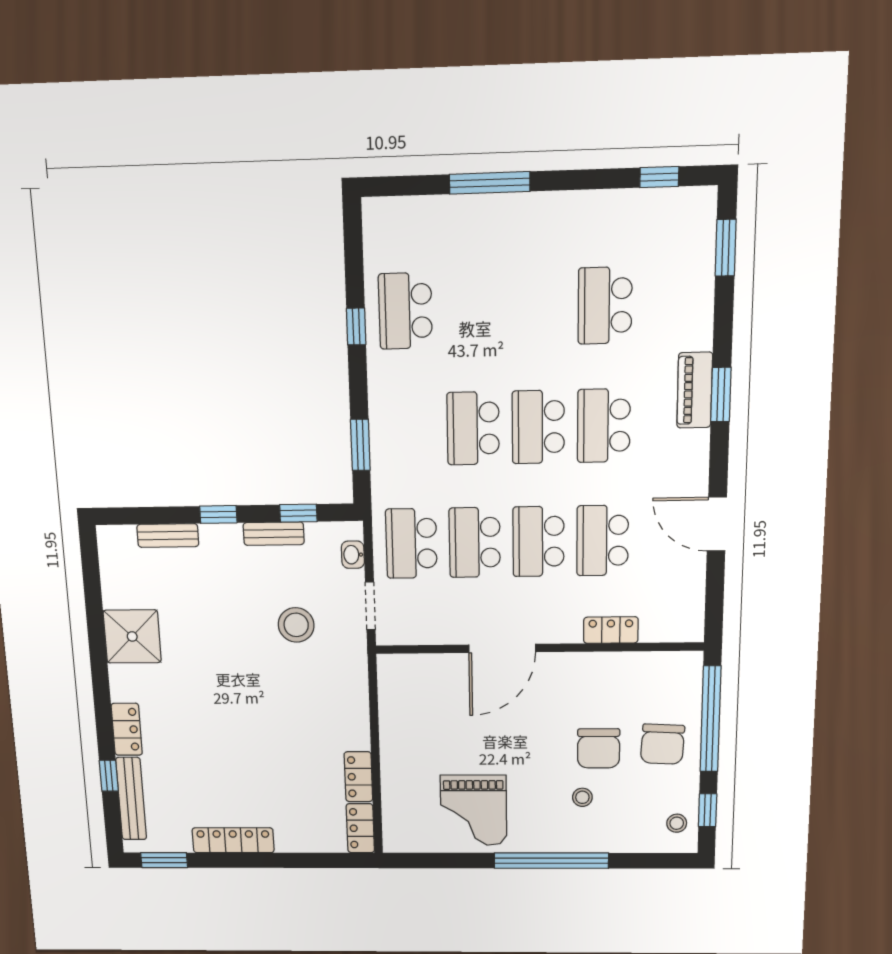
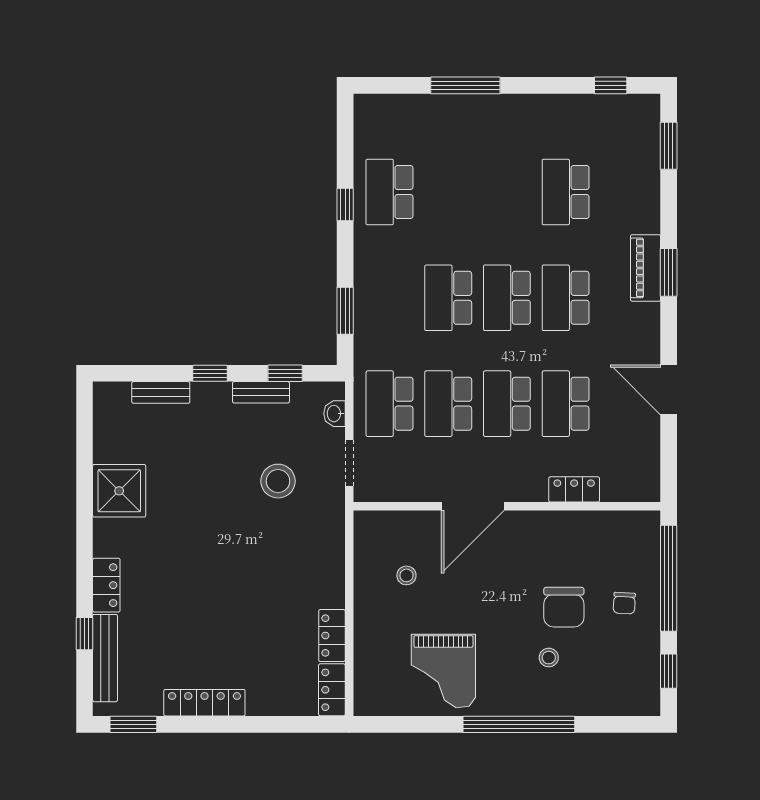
chair: (662, 744) -> (624, 603), width x0.54, depth x0.54
stool: (677, 823) -> (406, 575), moved

